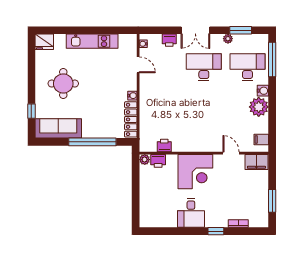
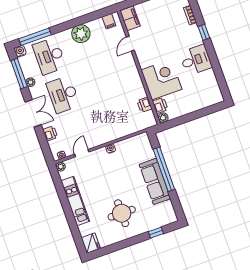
window: (241, 30) -> (19, 74), width x1.44
plant: (132, 39) -> (61, 167), added
water cooler: (263, 91) -> (20, 51), moved
locker: (131, 119) -> (132, 142), removed
sofa: (58, 128) -> (155, 181), moved
corner desk: (195, 172) -> (161, 80), moved

